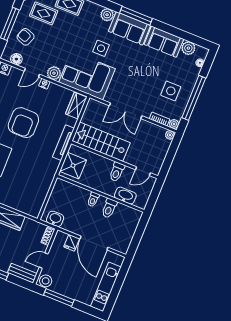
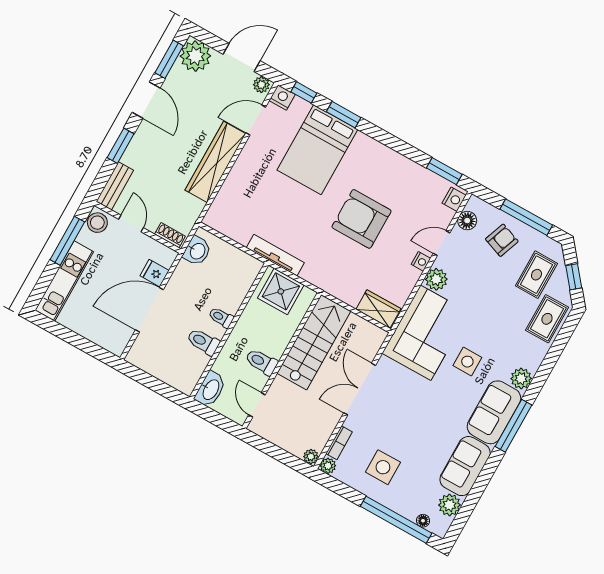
door: (32, 73) -> (442, 243), hinge flipped
window: (194, 98) -> (396, 520), moved
tv unit: (63, 143) -> (275, 255), moved
washbasin: (125, 196) -> (210, 389), moved
kitchen unit: (106, 287) -> (64, 281), moved, turned 90

